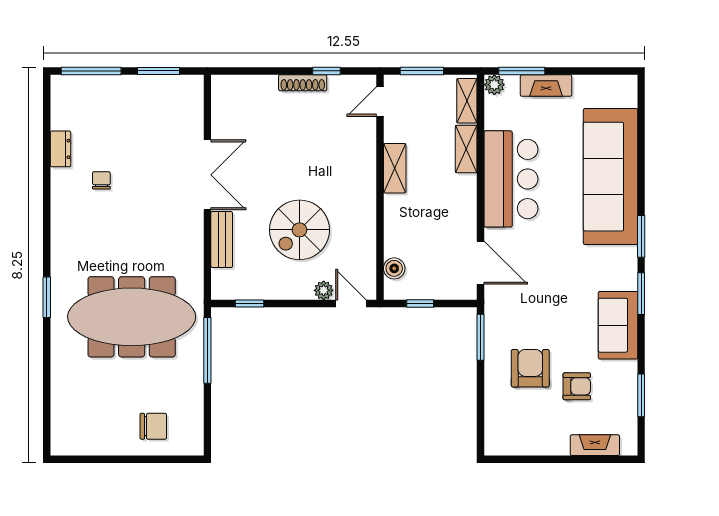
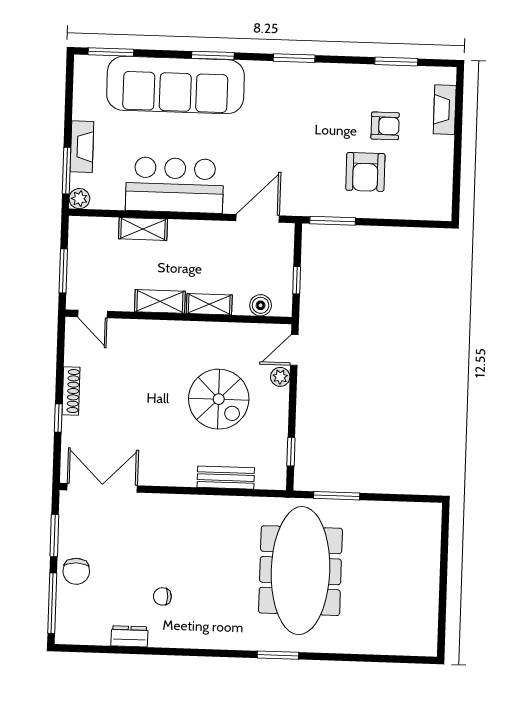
window: (326, 71) -> (58, 418), moved
shelving: (467, 101) -> (209, 304), moved
window: (641, 111) -> (111, 52), added
double door: (207, 175) -> (102, 488), moved
window: (641, 236) -> (213, 55), moved
sofa: (618, 325) -> (325, 82), removed
window: (207, 350) -> (337, 496), width x0.69
armchair: (530, 368) -> (365, 172), turned -90
armchair: (577, 386) -> (385, 126), turned 90
chair: (153, 426) -> (76, 571), moved, turned 180

